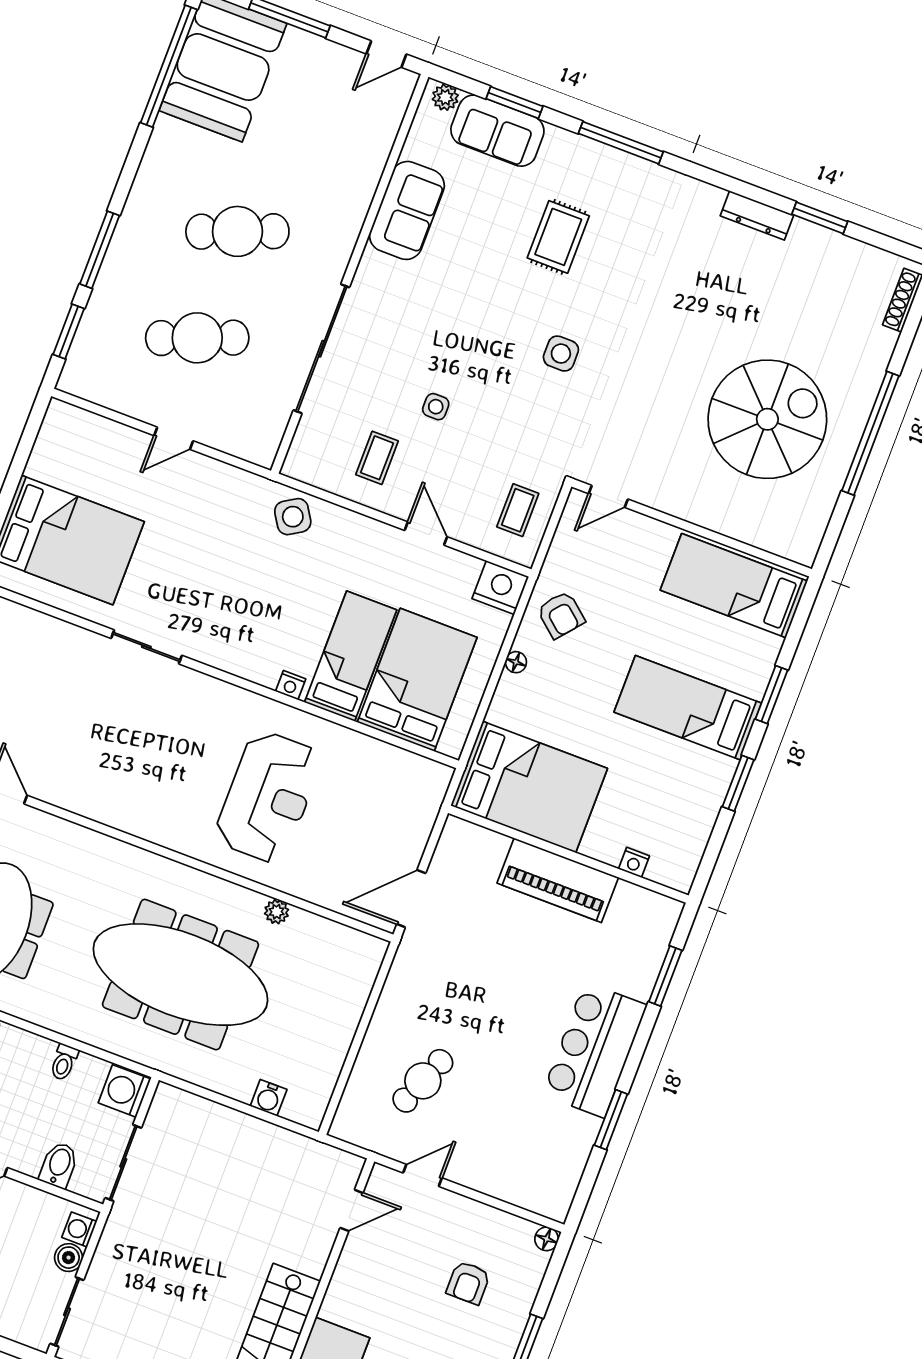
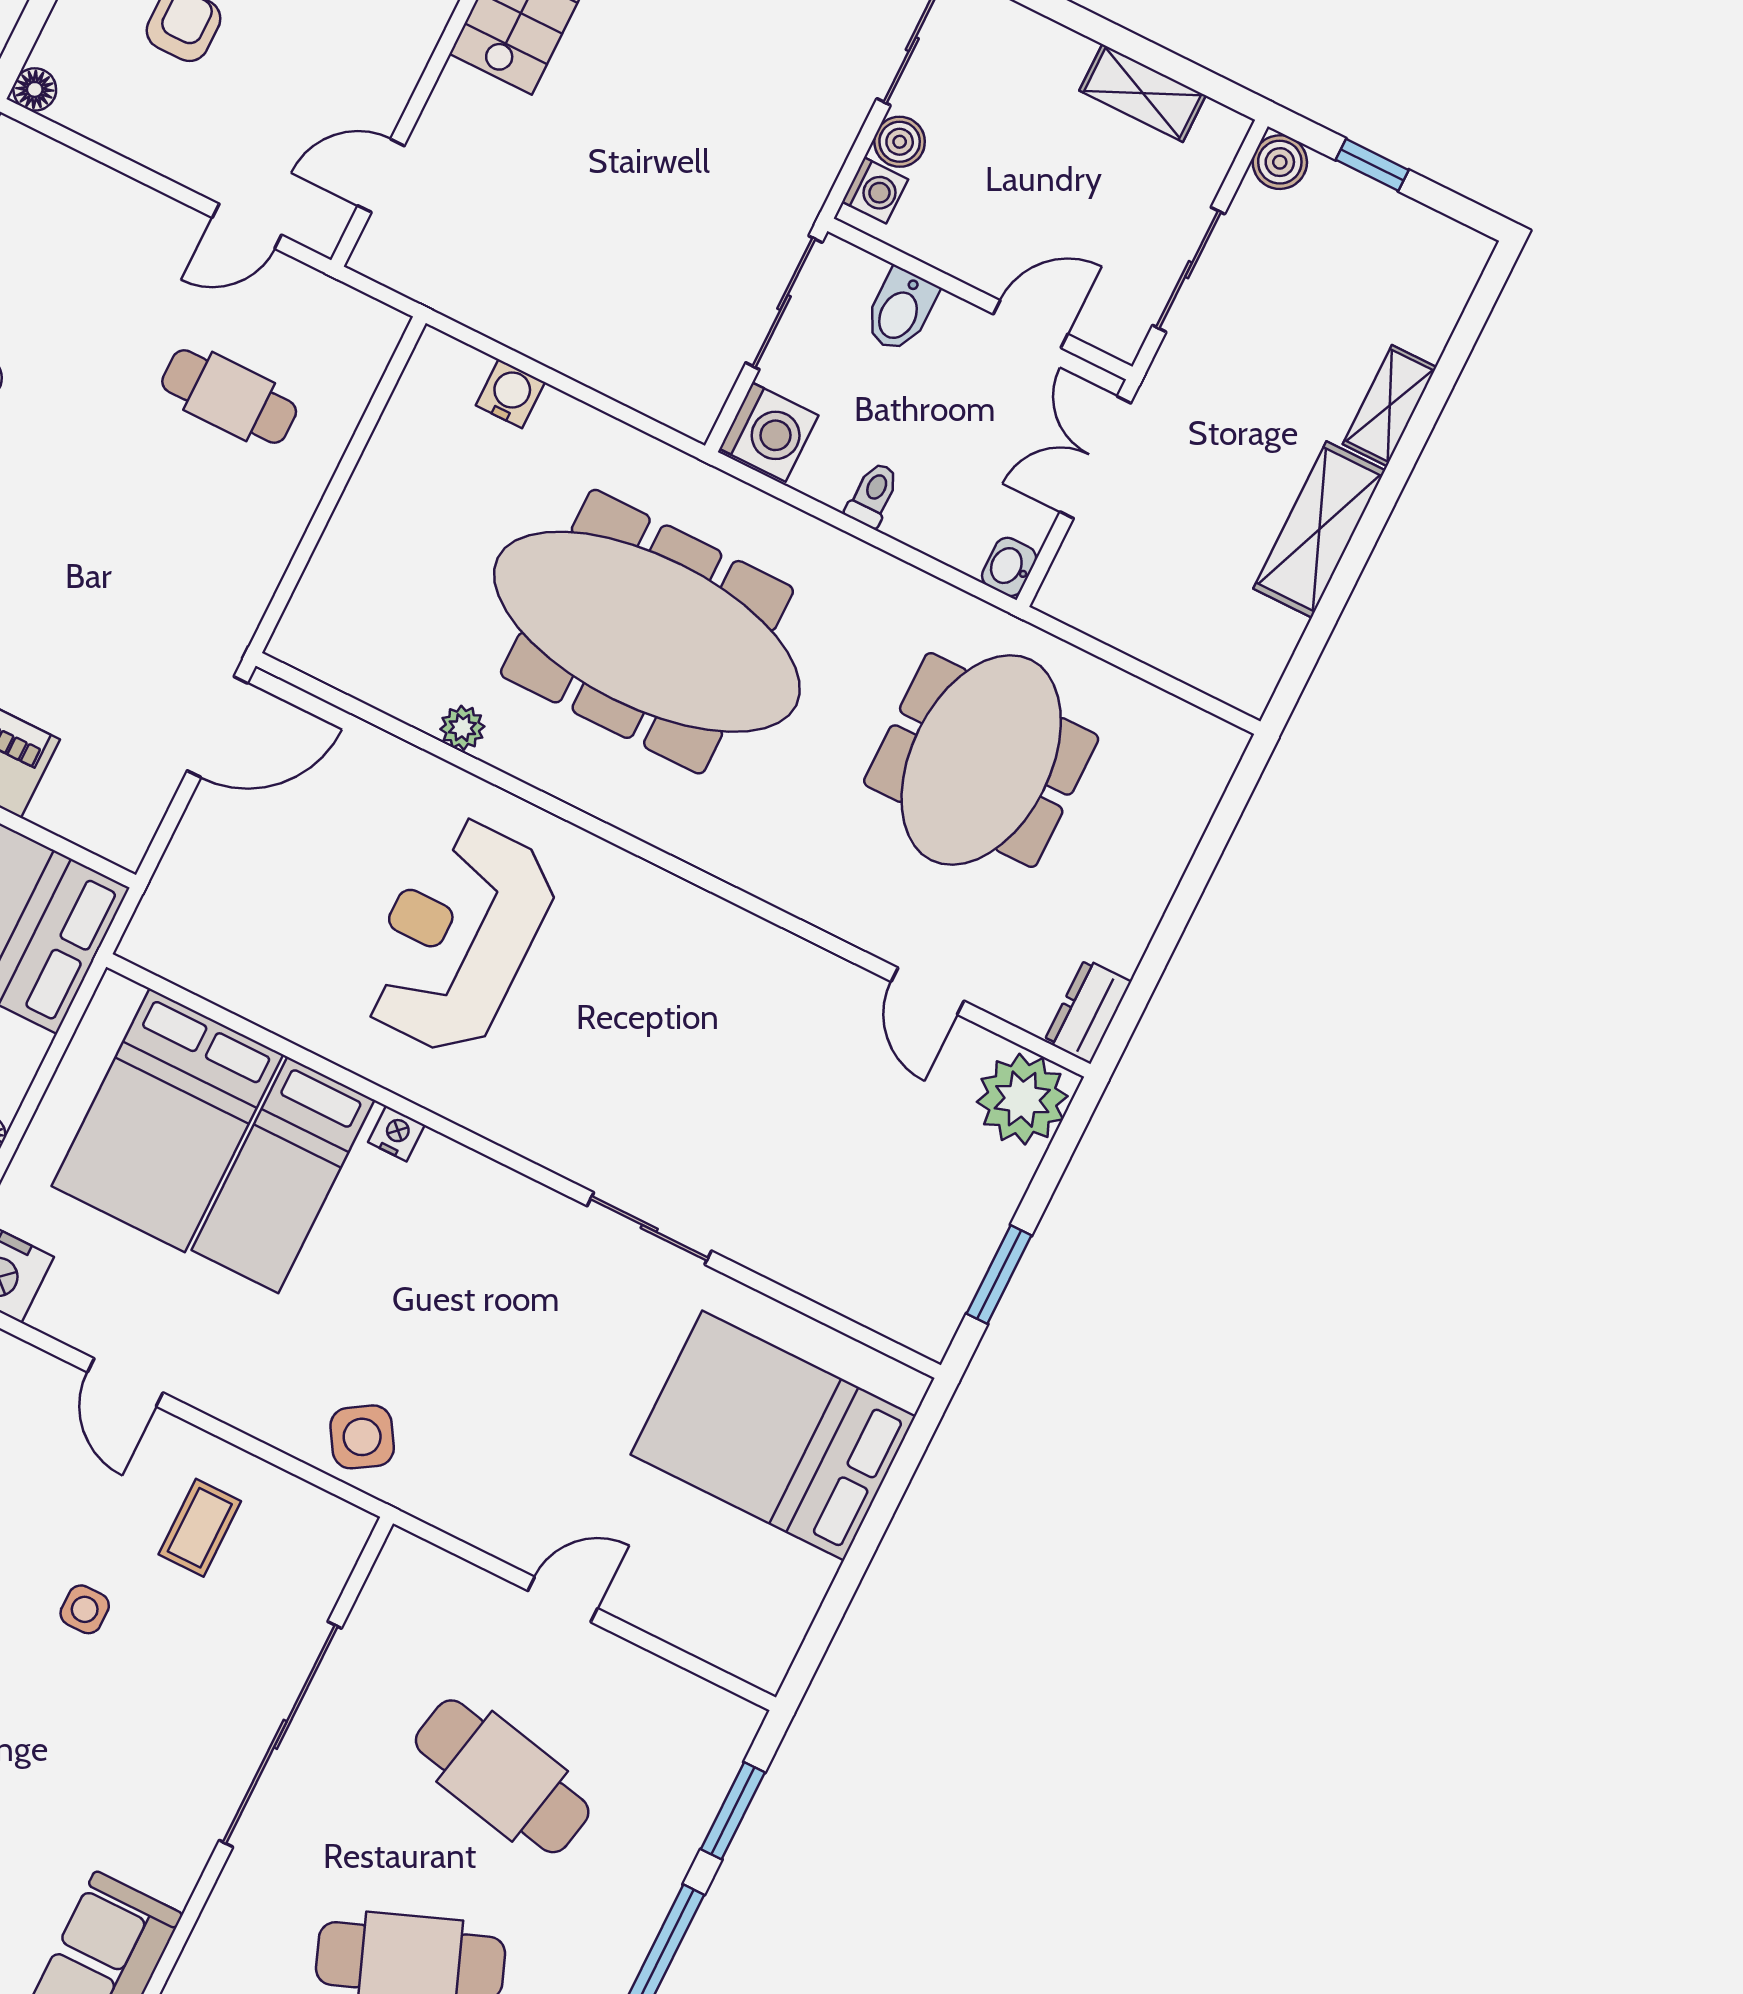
cafe table: (197, 338) -> (502, 1776), turned 33
cafe table: (423, 1081) -> (229, 397), turned 68

